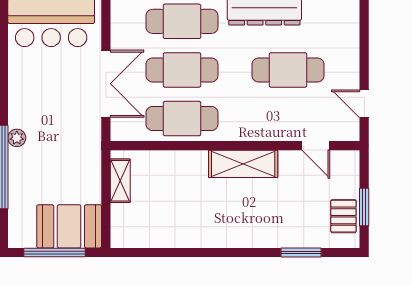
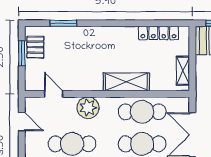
plant: (264, 125) -> (88, 108), added
shelving: (243, 164) -> (126, 82), moved
locker: (157, 238) -> (158, 33), added

